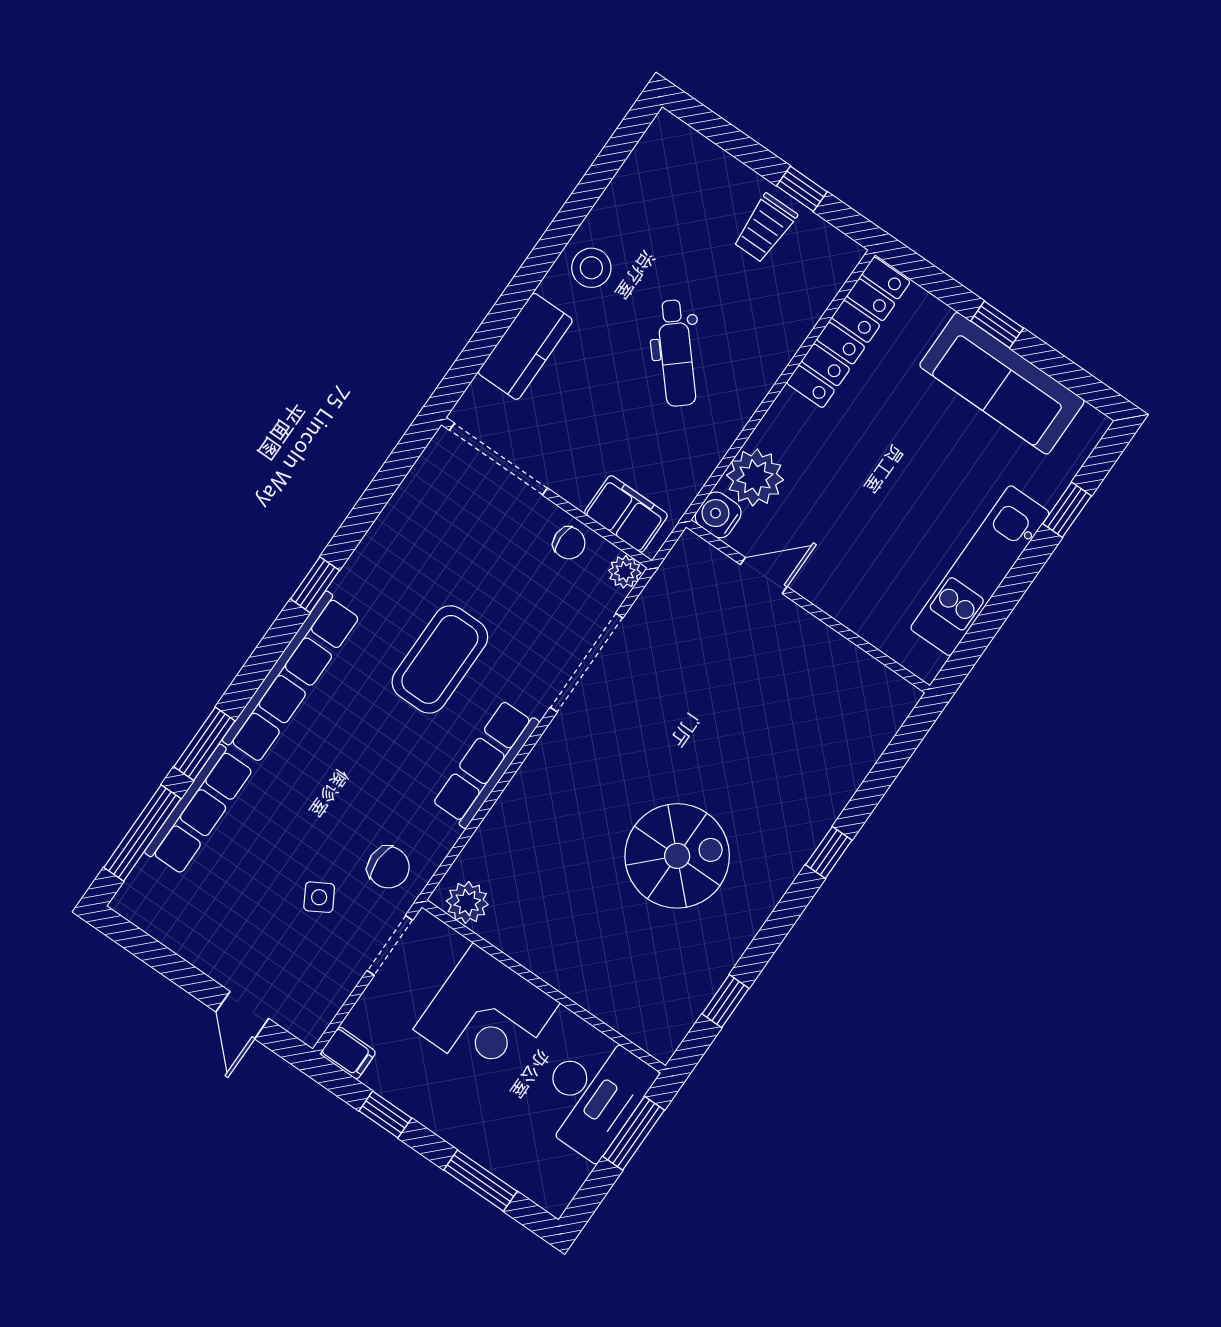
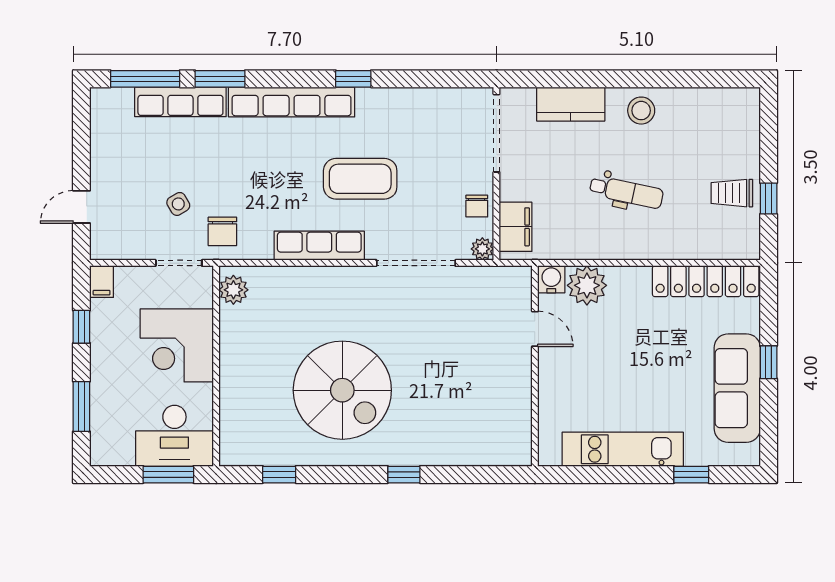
dental chair: (676, 353) -> (626, 192), turned -127
spiral stairs: (677, 856) -> (342, 390), width x1.37, depth x1.37

